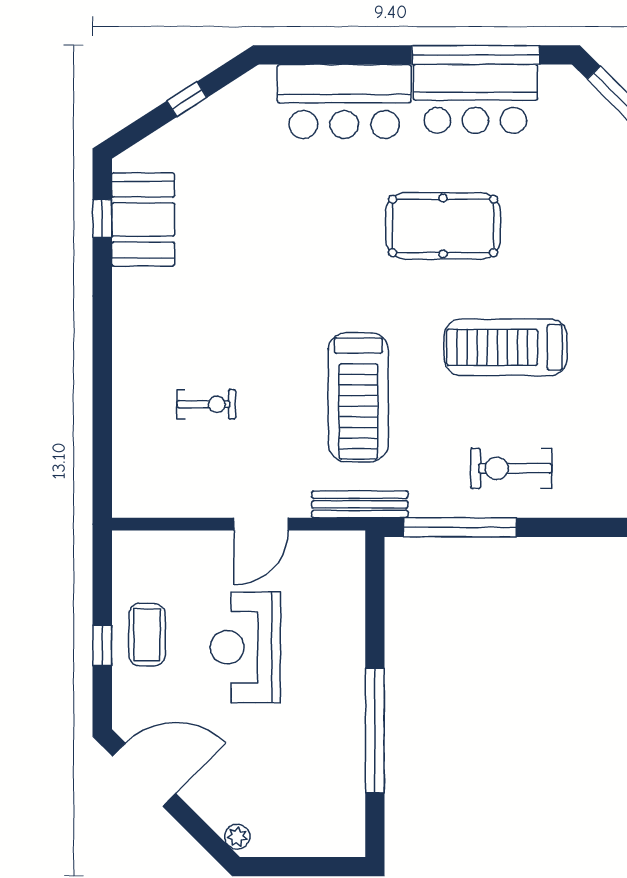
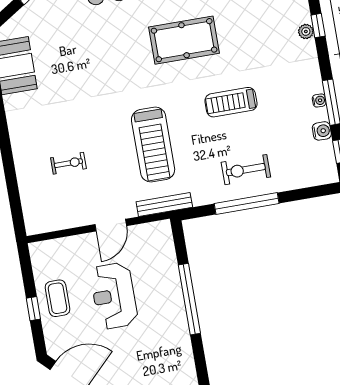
treadmill: (506, 347) -> (231, 102), width x0.73, depth x0.73
window: (460, 527) -> (247, 204), moved
window: (375, 731) -> (189, 299), moved

